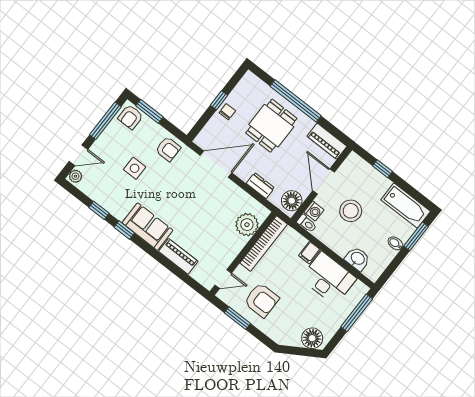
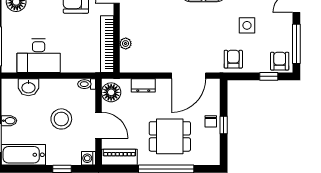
window: (150, 111) -> (269, 76), width x0.67
dining table: (271, 126) -> (170, 136), turned 90
armchair: (168, 149) -> (233, 59), turned 90
washing machine: (314, 211) -> (89, 158), moved
plant: (247, 225) -> (126, 44), width x0.53, depth x0.53
filing cabinet: (309, 253) -> (68, 64), removed

